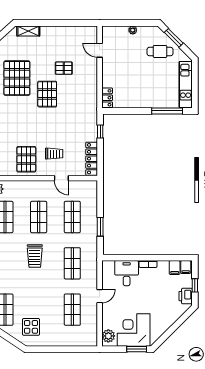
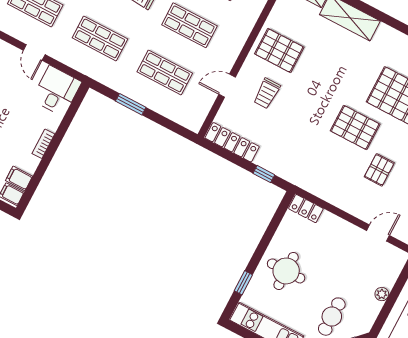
round table: (148, 91) -> (286, 271), added
window: (167, 111) -> (243, 283), width x0.46
desk: (127, 273) -> (57, 91), moved, turned -90

